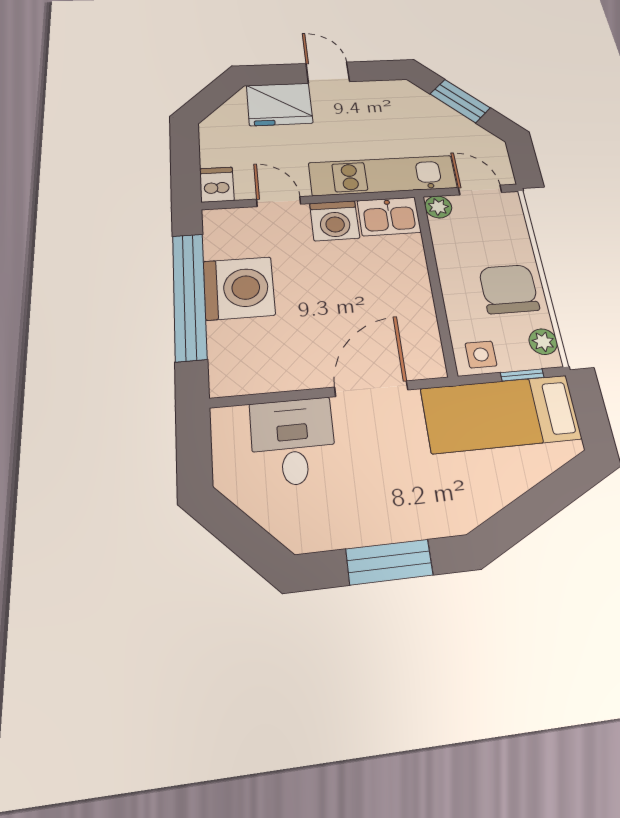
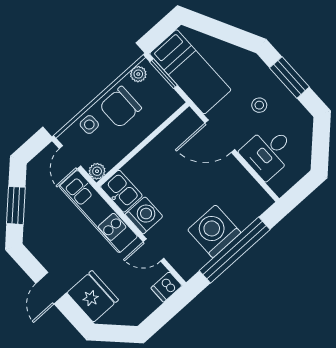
door: (279, 202) -> (154, 250), hinge flipped
side table: (481, 354) -> (89, 125), moved
window: (522, 375) -> (164, 74), width x1.50
stool: (378, 480) -> (259, 105), added

